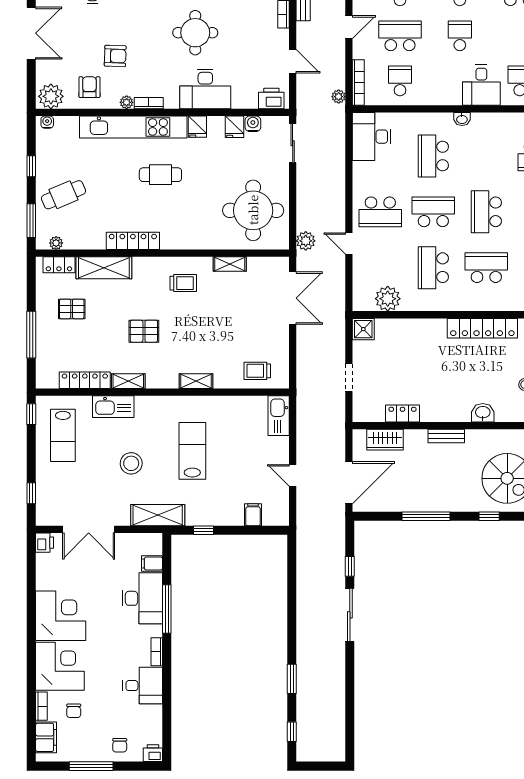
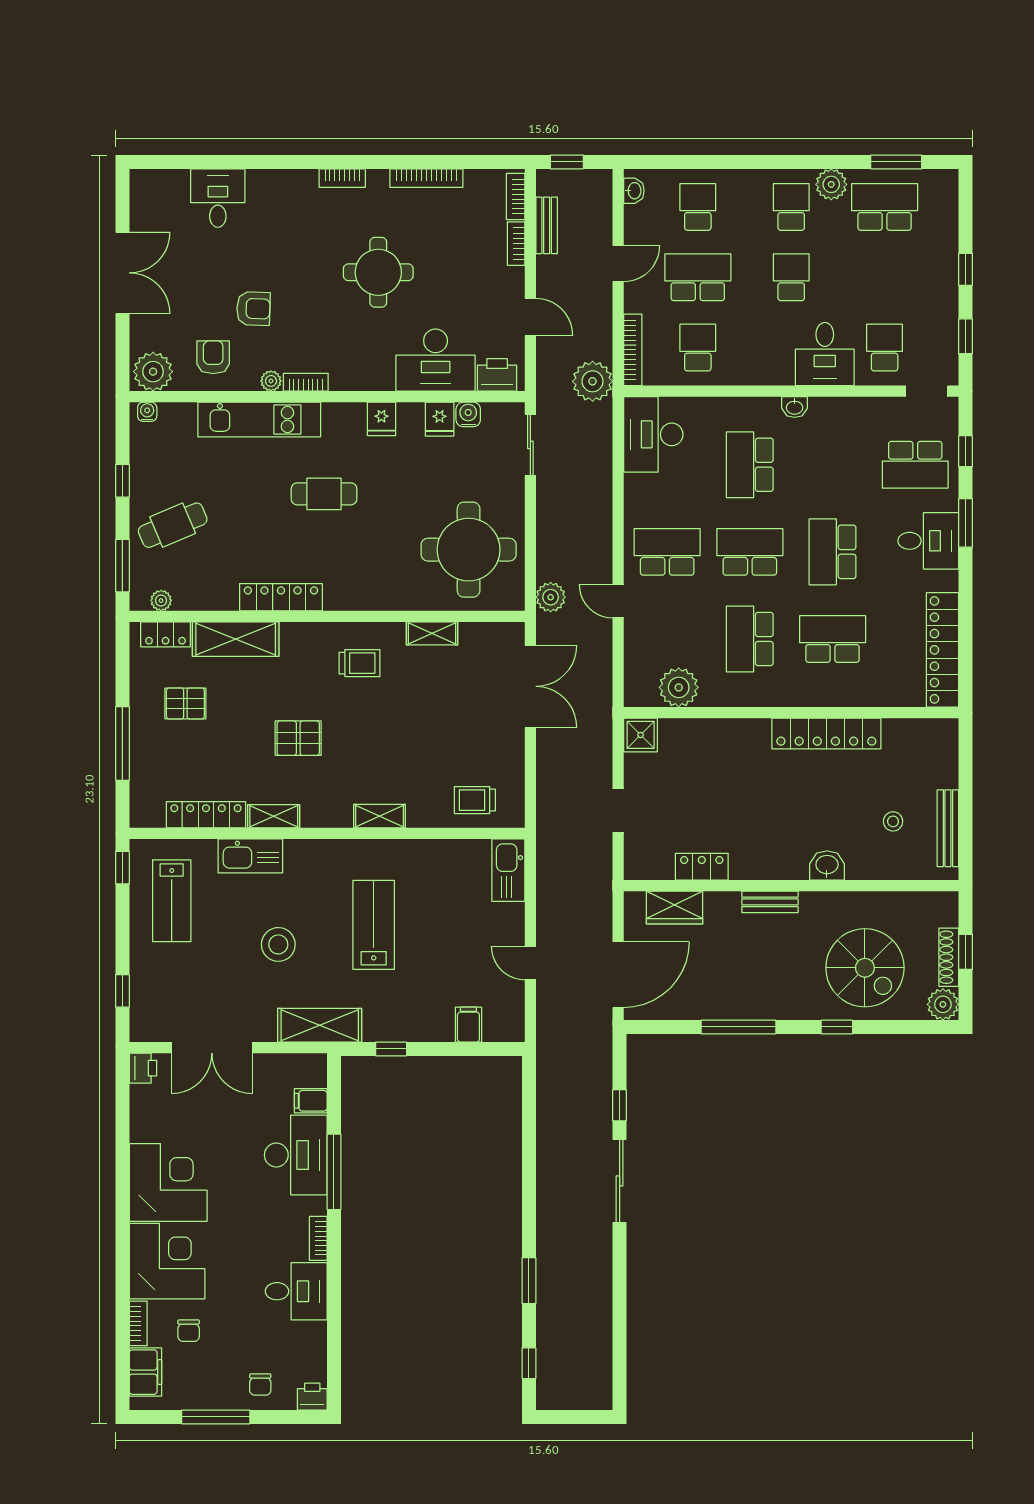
desk: (205, 89) -> (436, 360), moved
plant: (339, 97) -> (593, 381), width x1.88, depth x1.88
kitchen unit: (133, 127) -> (259, 420), width x0.73
school desk: (380, 212) -> (667, 552), turned 180

